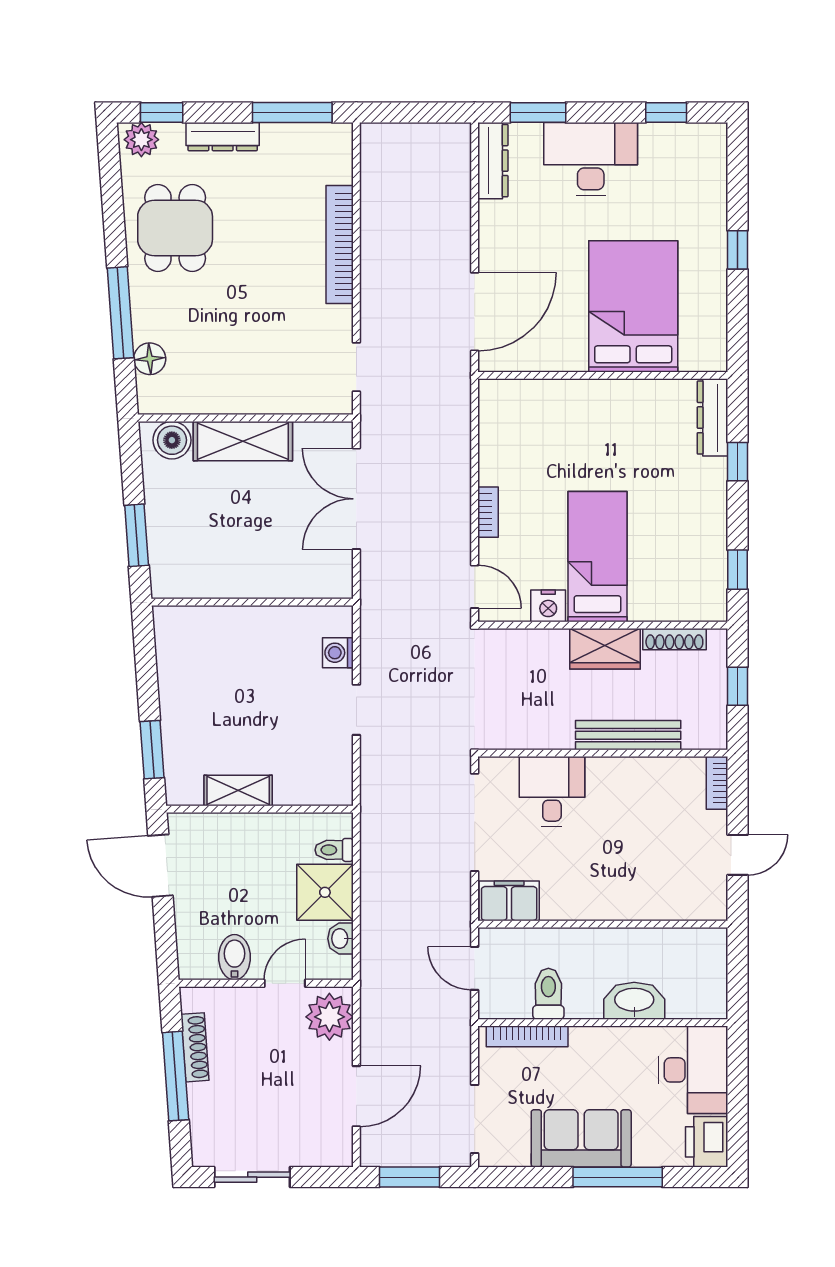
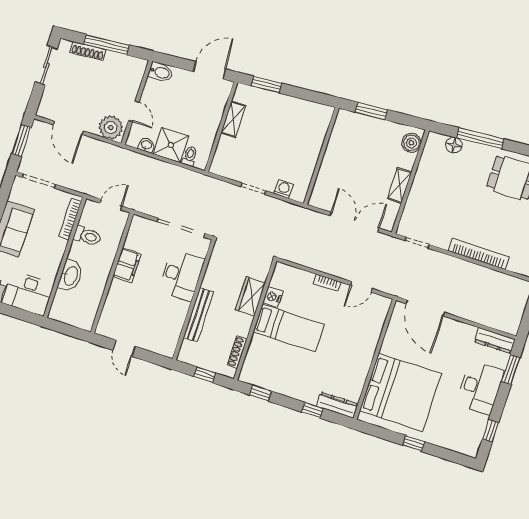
bed: (633, 306) -> (400, 392), width x1.36
shelving: (243, 441) -> (400, 185), width x0.67, depth x0.75
door: (475, 587) -> (361, 287), moved
wardrobe: (605, 649) -> (250, 296), moved
bookcase: (717, 783) -> (162, 350), removed
desk: (552, 792) -> (181, 275), width x1.37
filing cabinet: (509, 901) -> (127, 265), moved
bidet: (234, 957) -> (160, 72), moved
shoe rack: (195, 1047) -> (88, 51), moved

